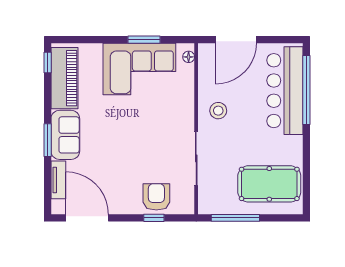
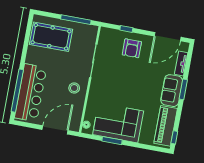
armchair: (156, 197) -> (132, 48), moved
door: (87, 218) -> (168, 37), hinge flipped

